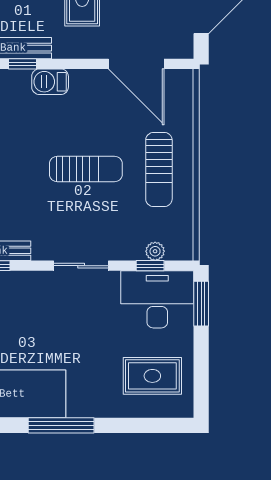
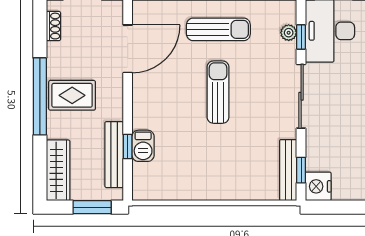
barbecue: (50, 82) -> (143, 146), moved
sliding door: (81, 266) -> (301, 96), width x1.37

